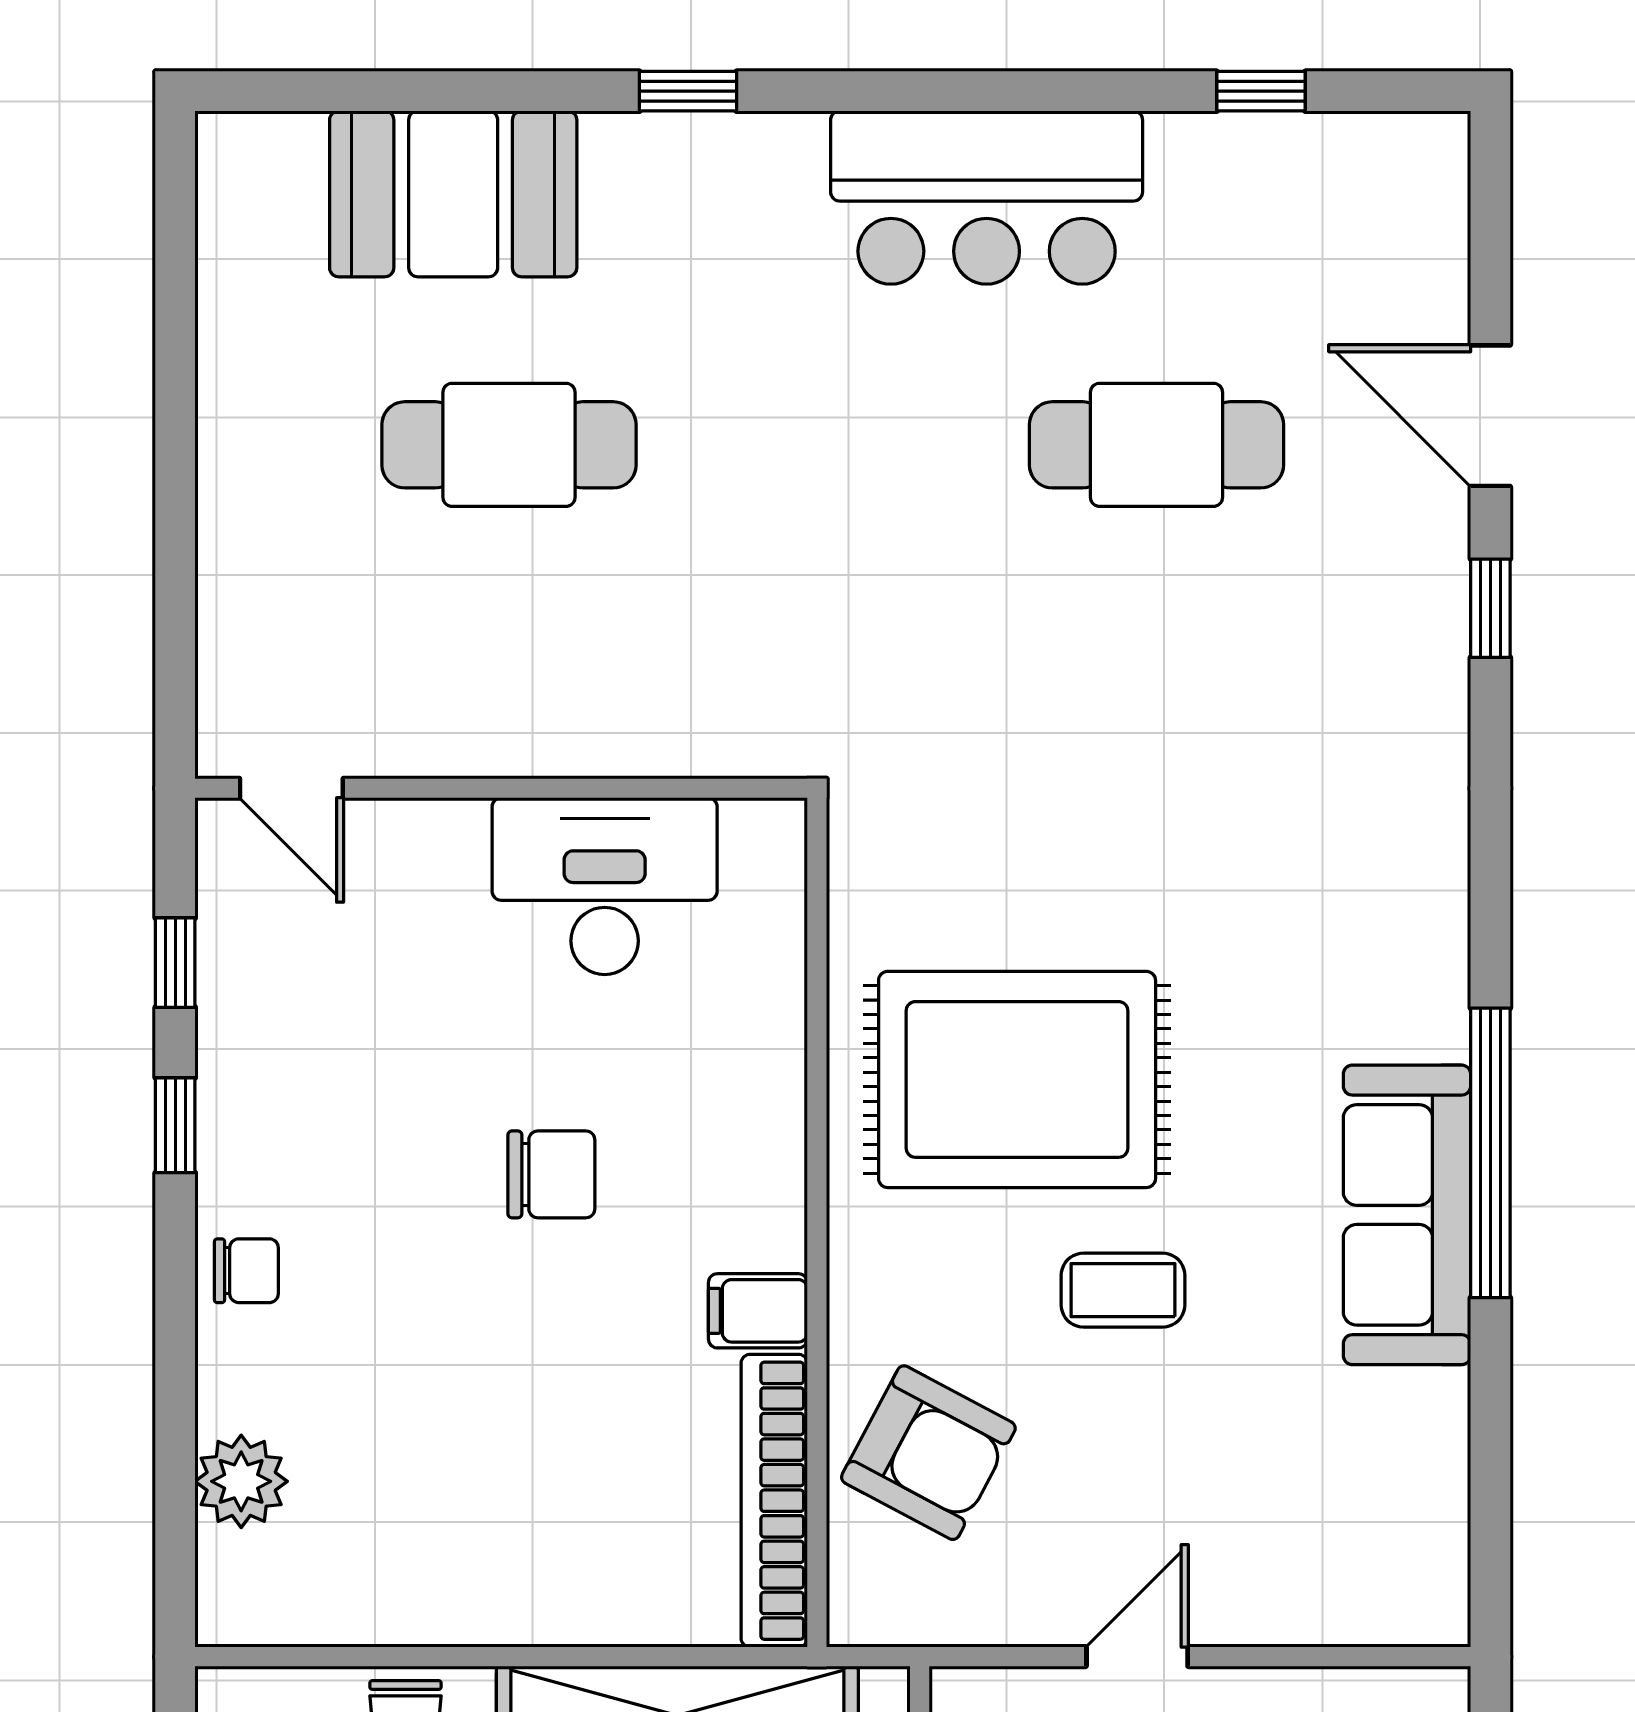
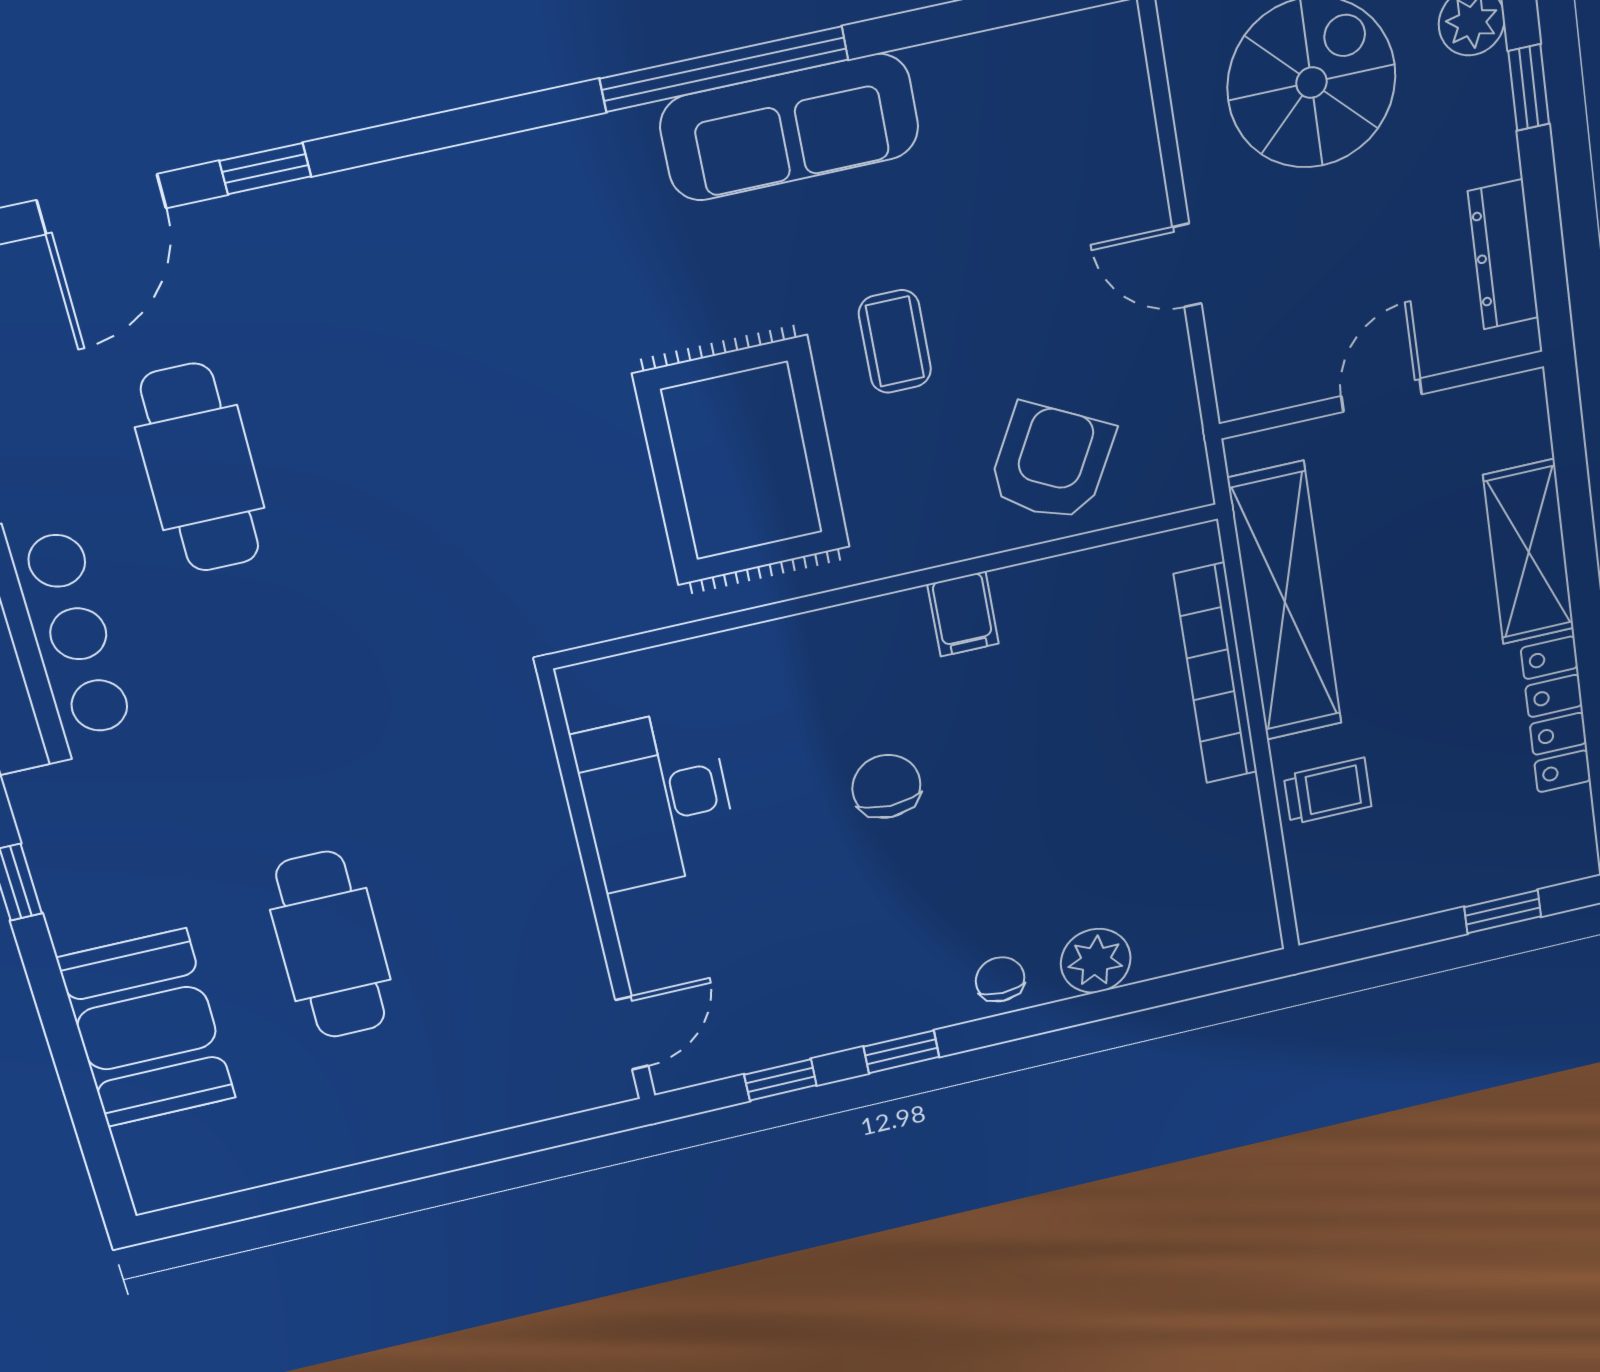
plant: (241, 1481) -> (1096, 961), moved
bookcase: (774, 1501) -> (1216, 674), moved, turned 90

